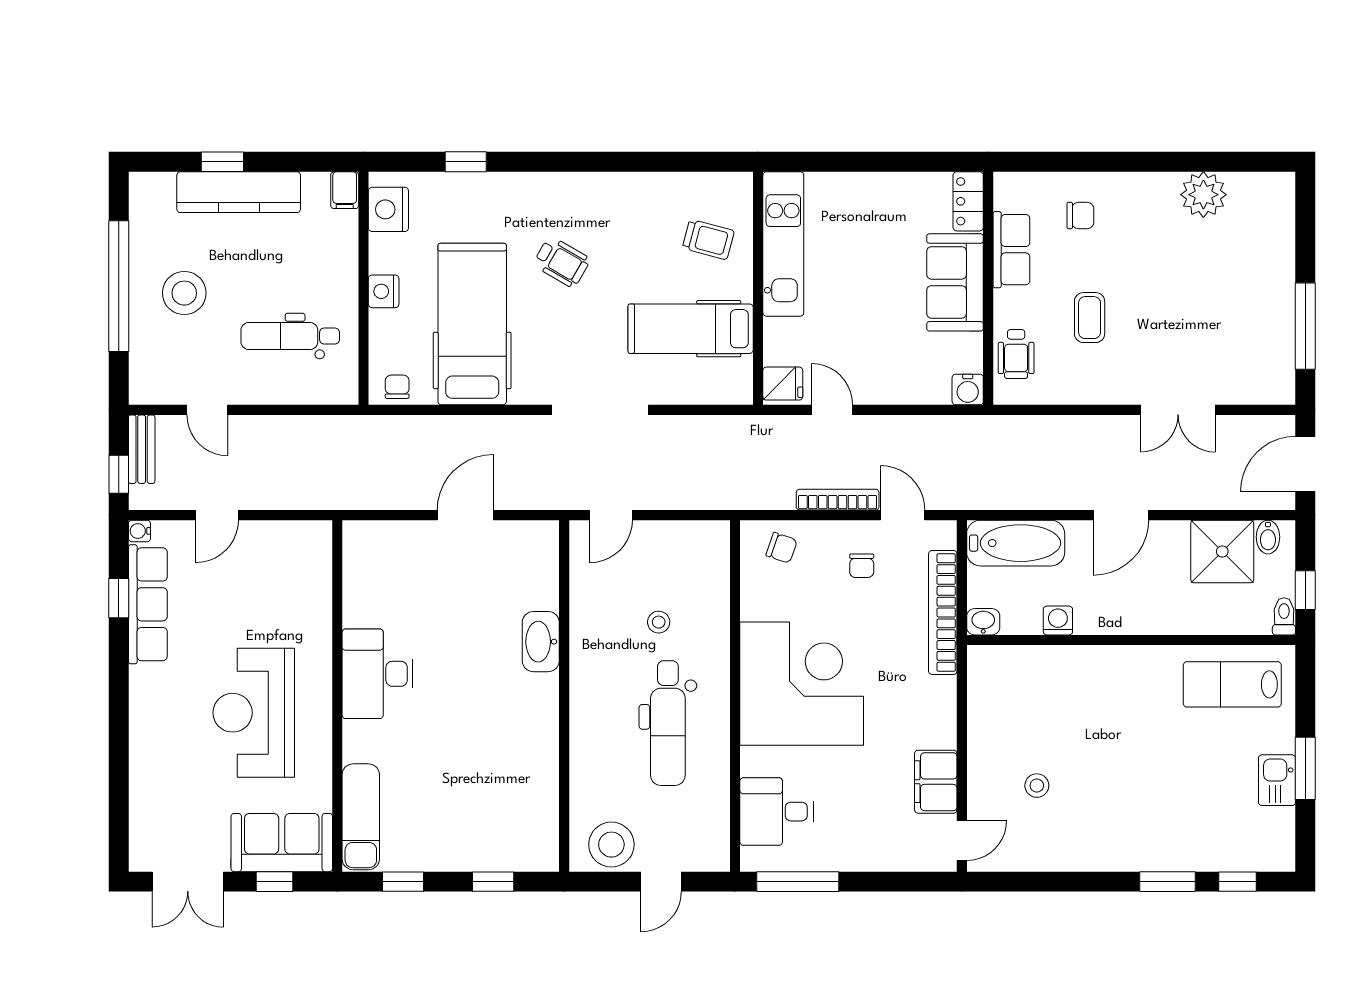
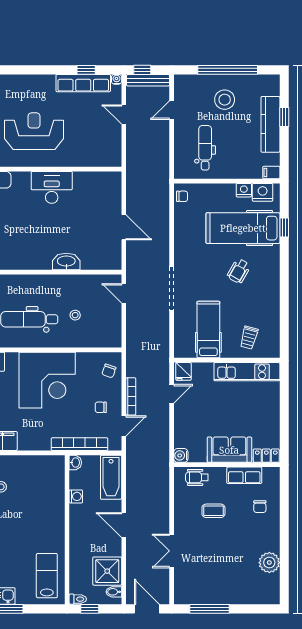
nightstand: (384, 291) -> (244, 190), moved
hospital bed: (472, 324) -> (243, 228), moved, turned 180
bench: (142, 449) -> (148, 80), width x1.36

